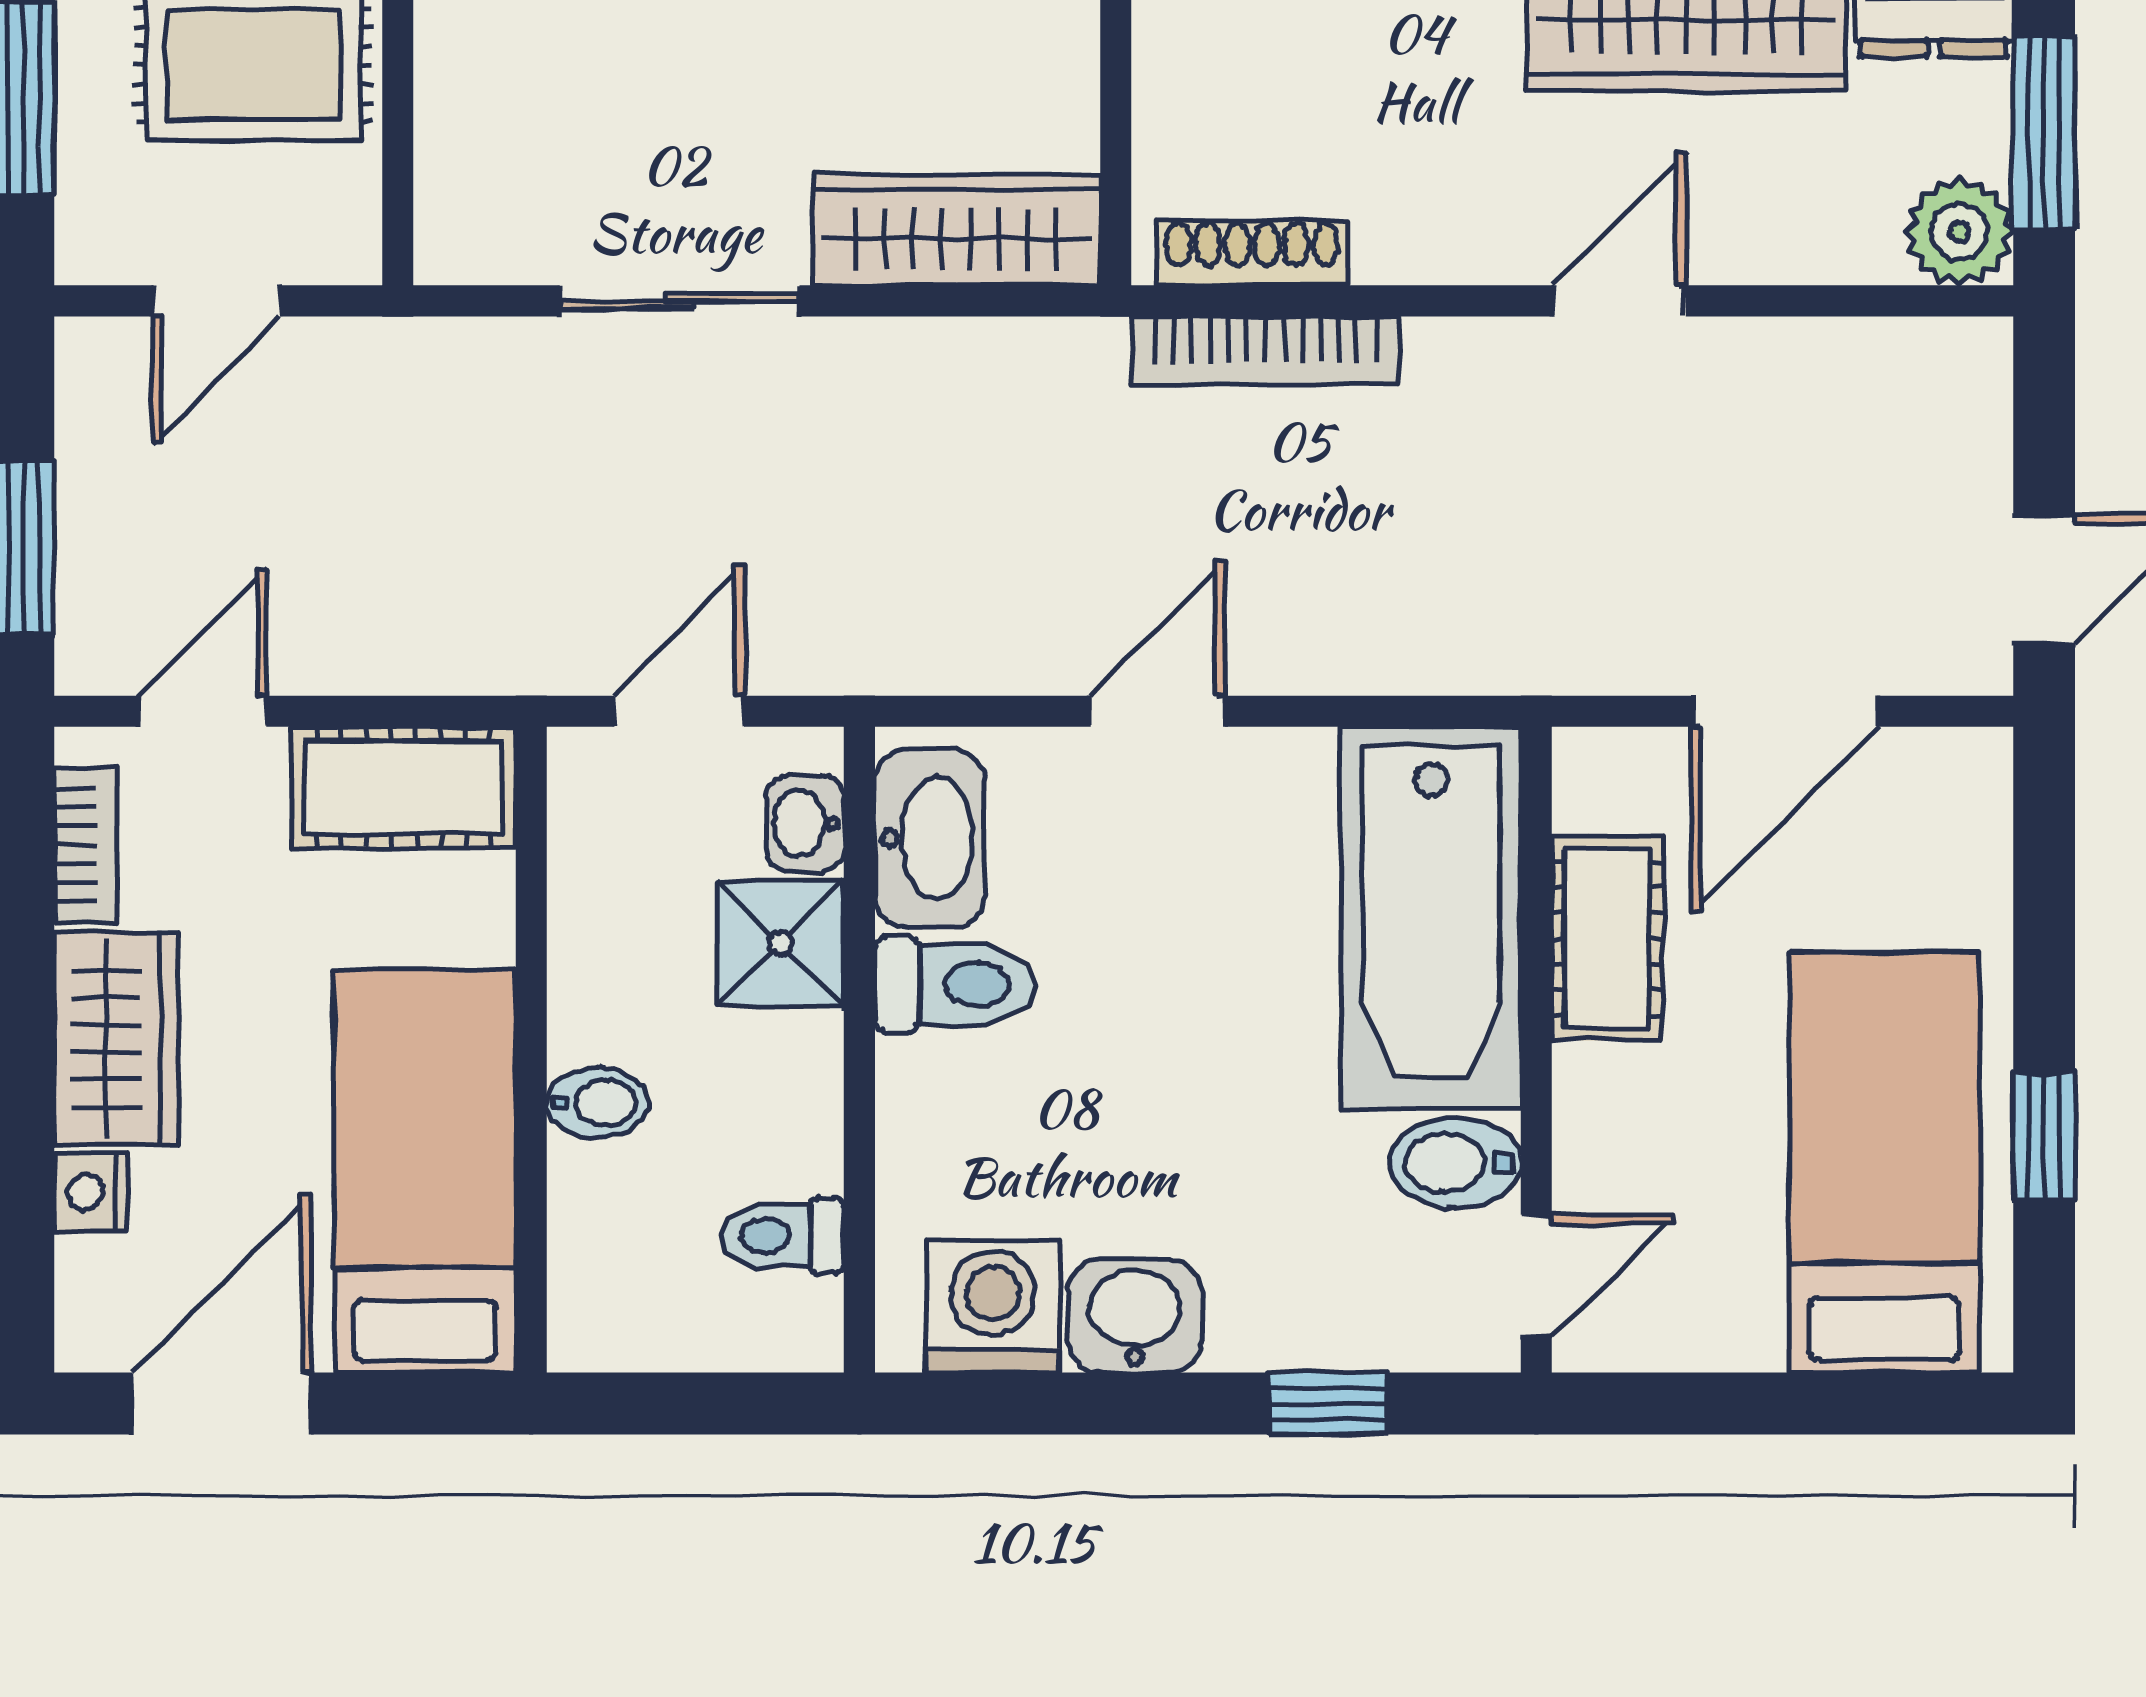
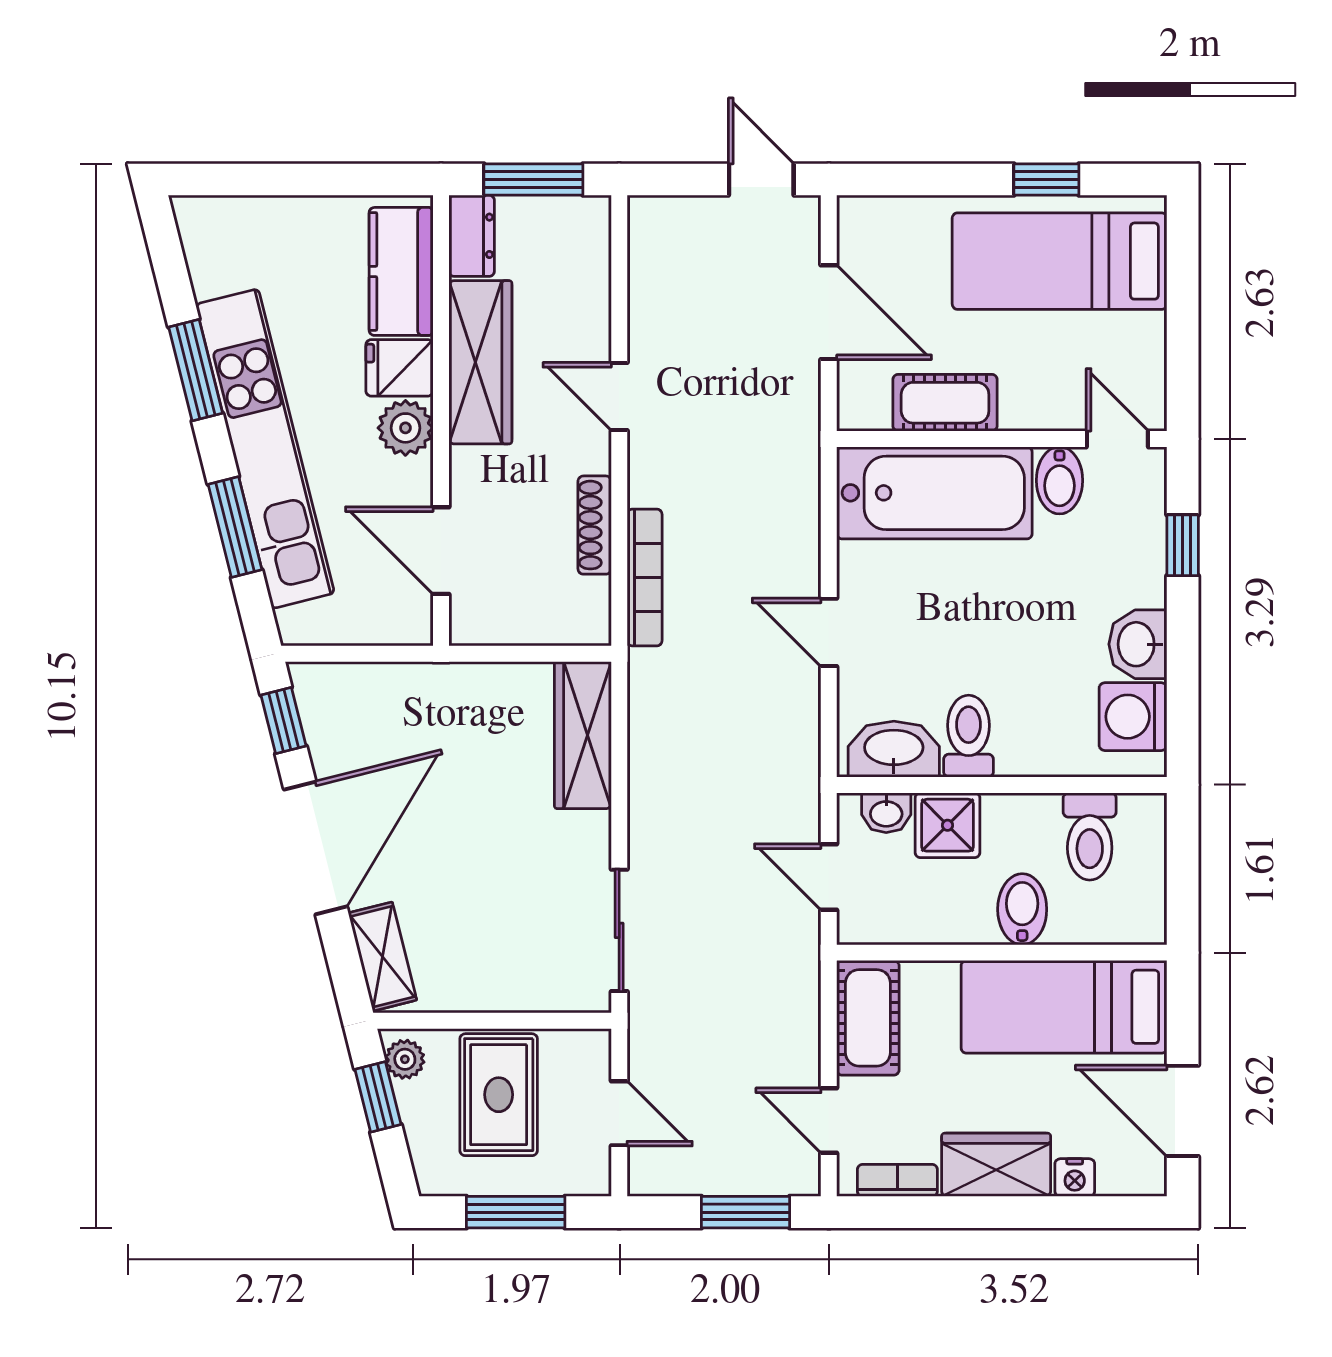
plant: (1959, 232) -> (584, 223), removed
shoe rack: (1252, 253) -> (595, 525), moved
sliding door: (680, 301) -> (619, 930), moved
bidet: (598, 1103) -> (1022, 909), width x1.38, depth x1.36
toilet: (782, 1236) -> (1090, 836), width x1.37, depth x1.39

